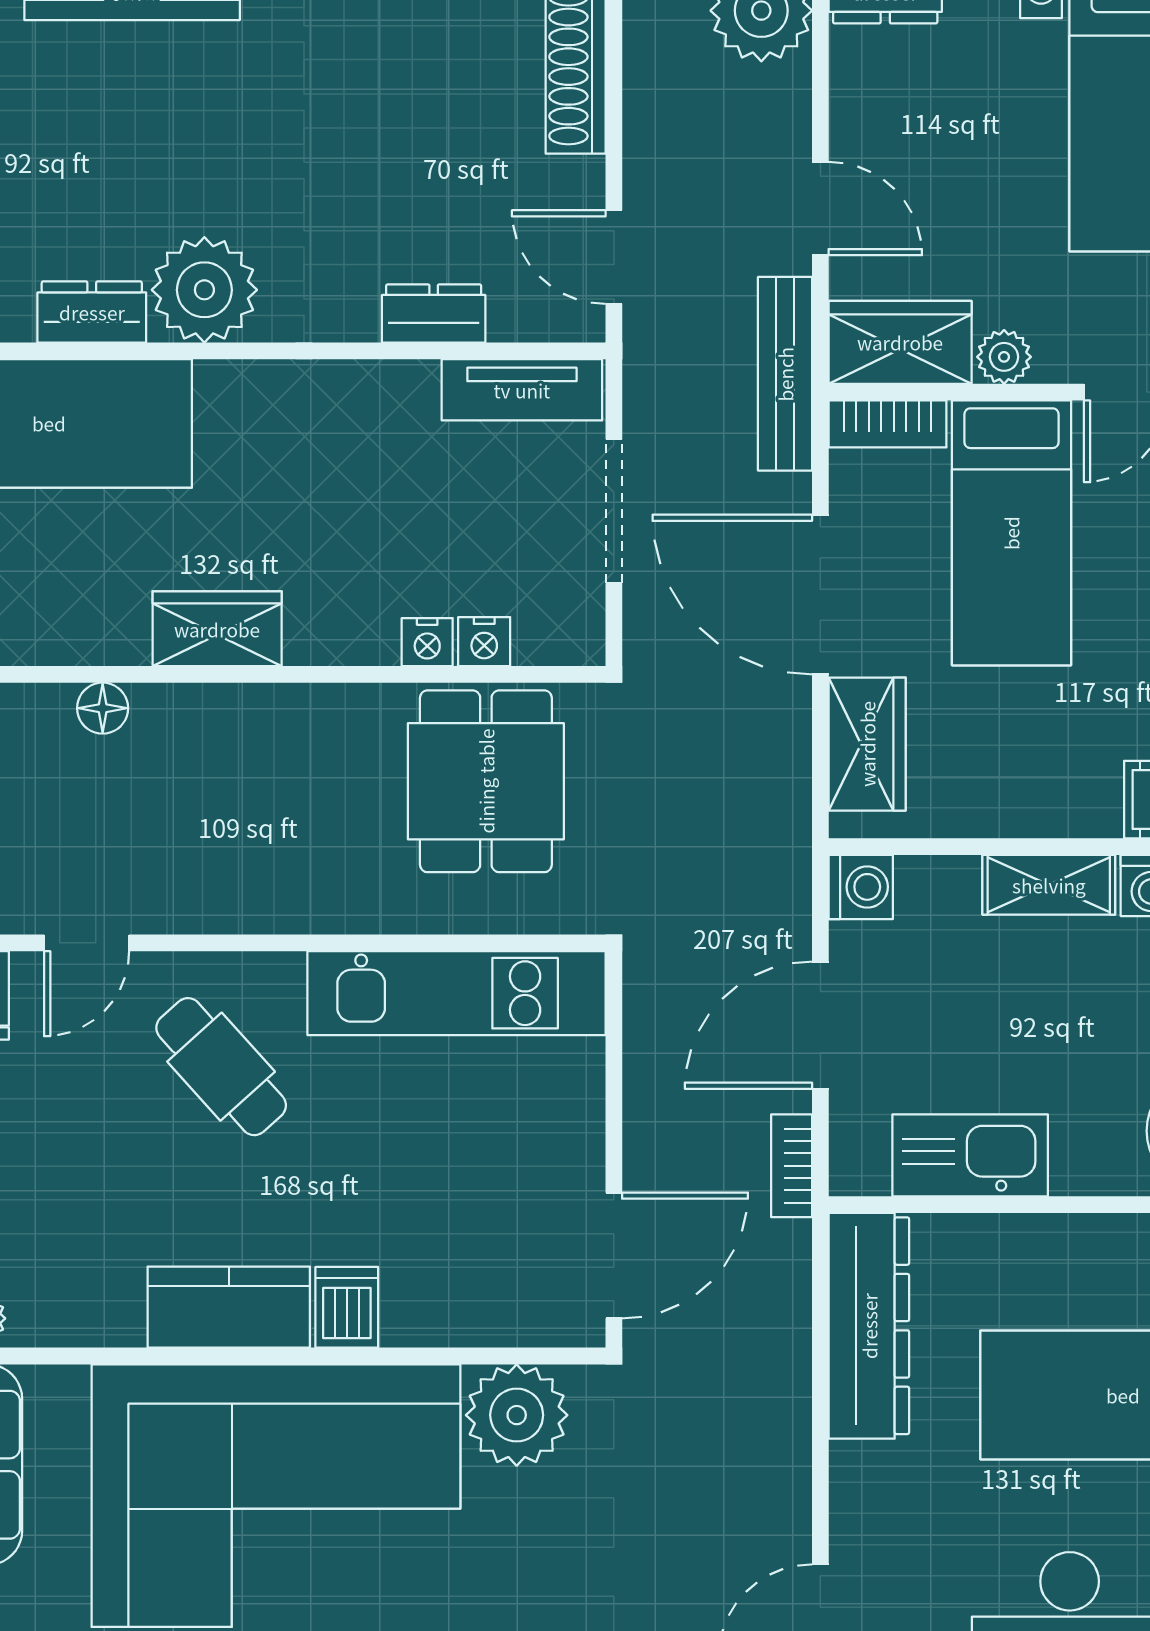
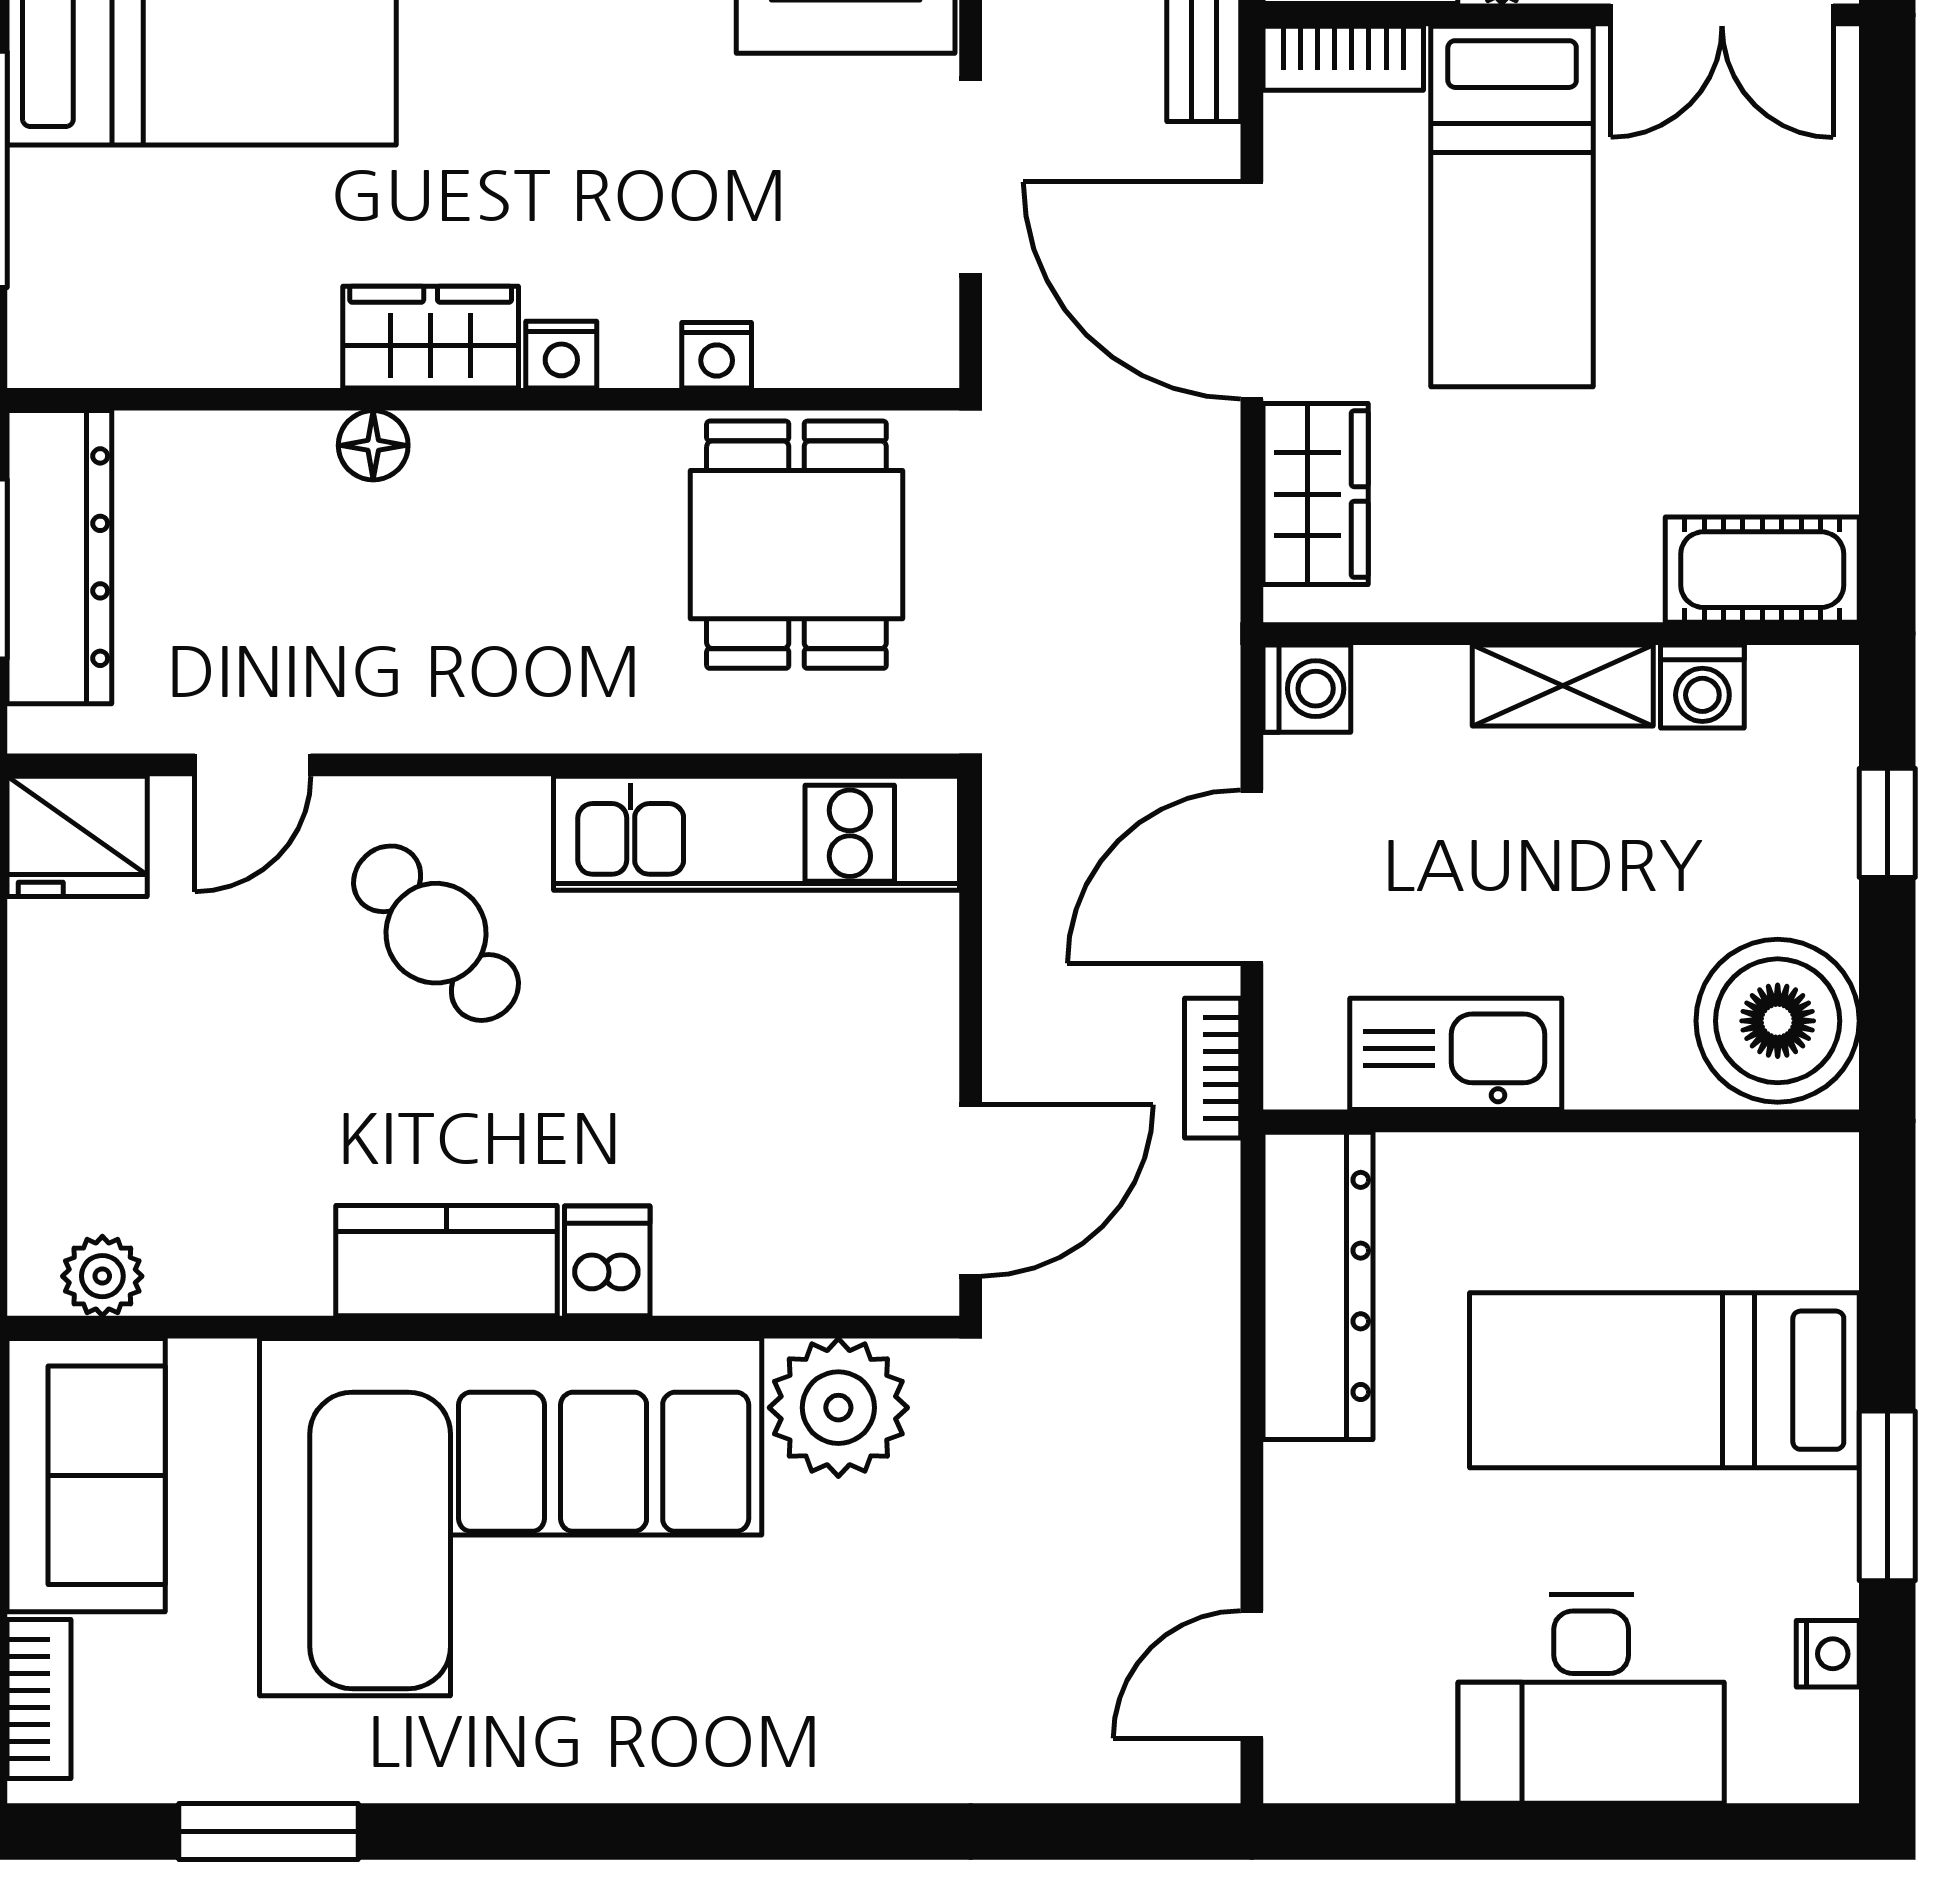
nightstand: (484, 642) -> (561, 355), moved
floor lamp: (103, 708) -> (373, 445), moved

